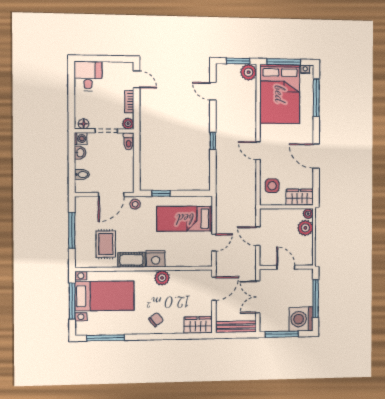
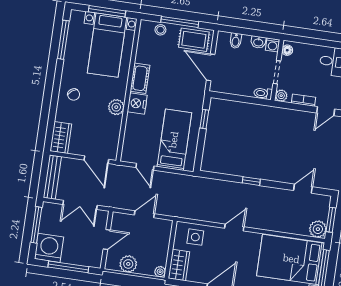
stool: (135, 204) -> (160, 30), moved
plant: (305, 228) -> (128, 264), moved
rug: (106, 244) -> (194, 40), moved
double door: (258, 297) -> (80, 205), swing flipped

